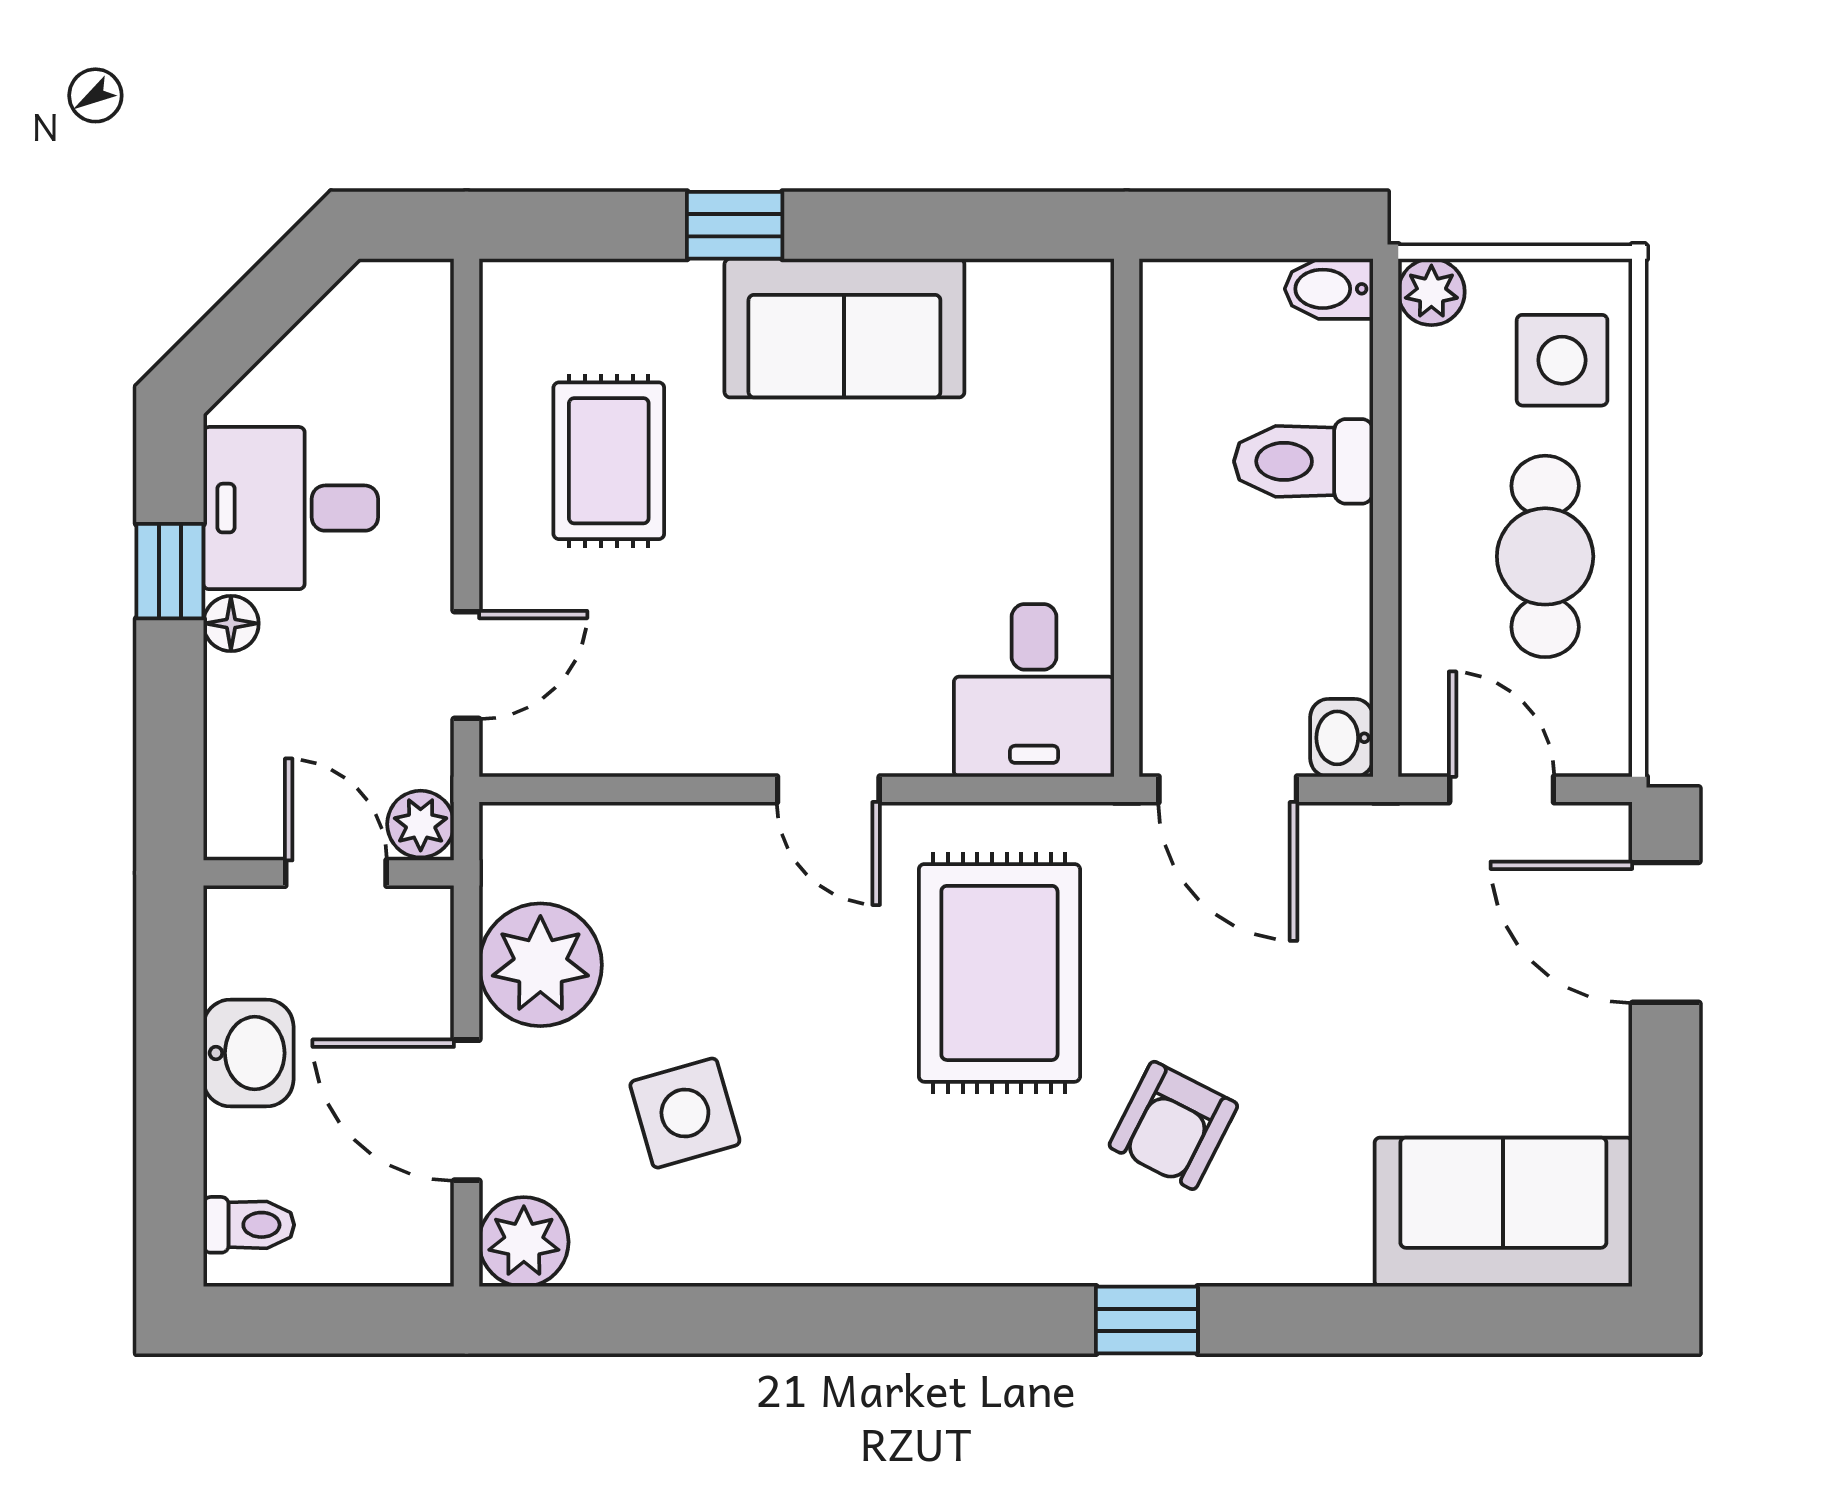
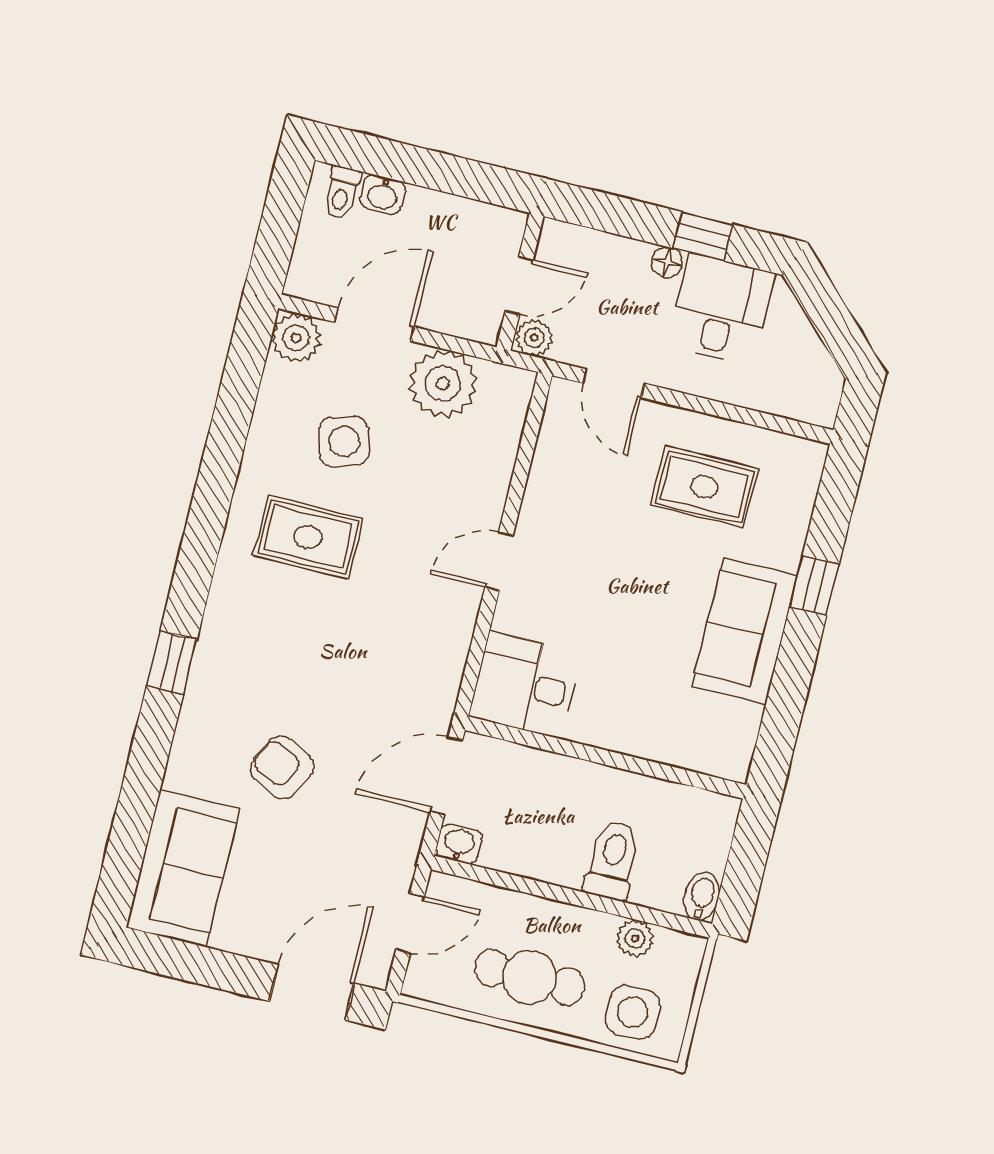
plant: (1431, 292) -> (635, 938), moved
rug: (999, 973) -> (308, 537), moved, width x0.73, depth x0.70
washbasin: (248, 1053) -> (383, 194), moved, width x0.72, depth x0.69
armchair: (1173, 1125) -> (282, 768), moved

